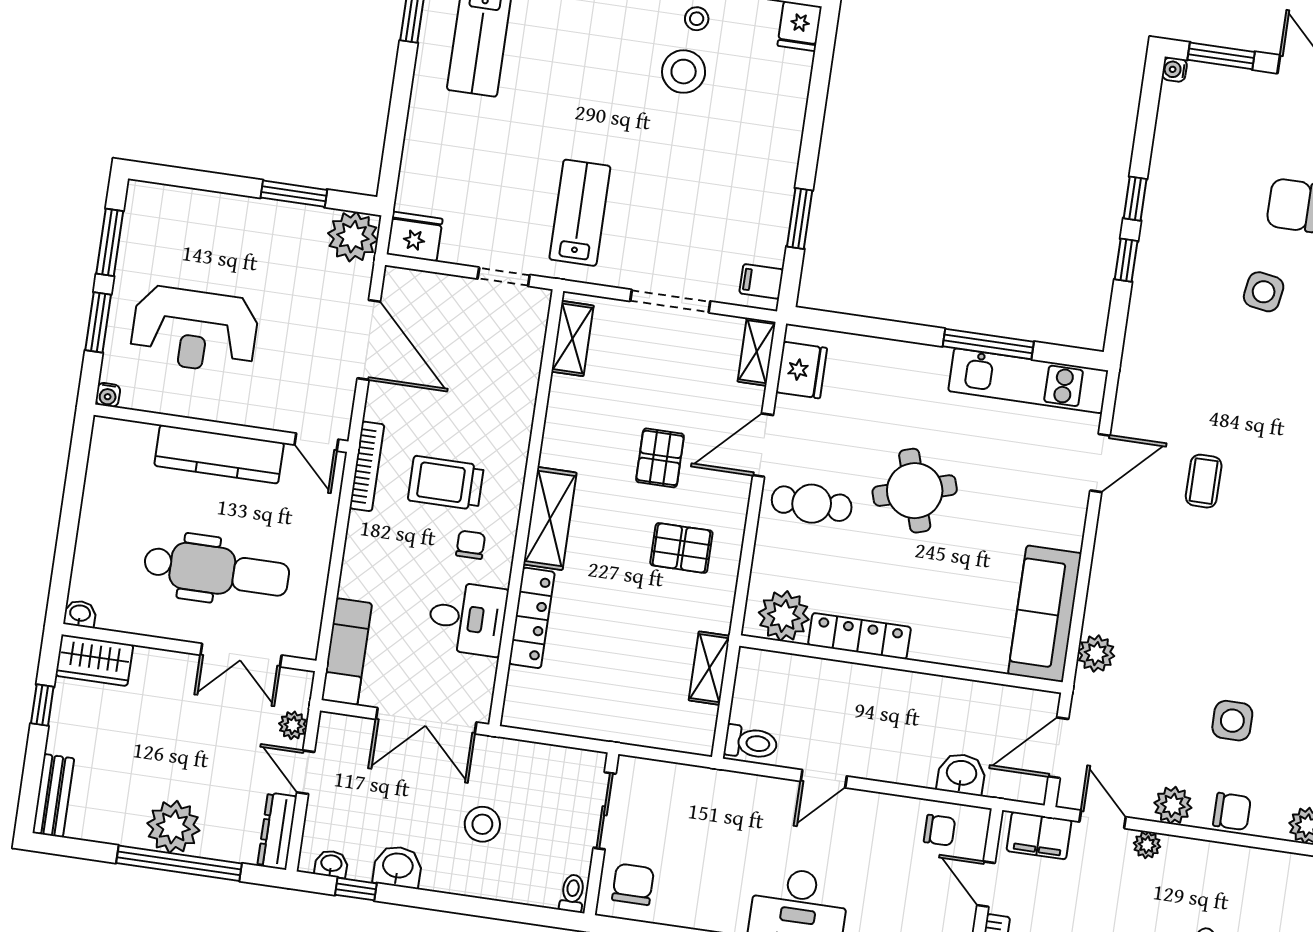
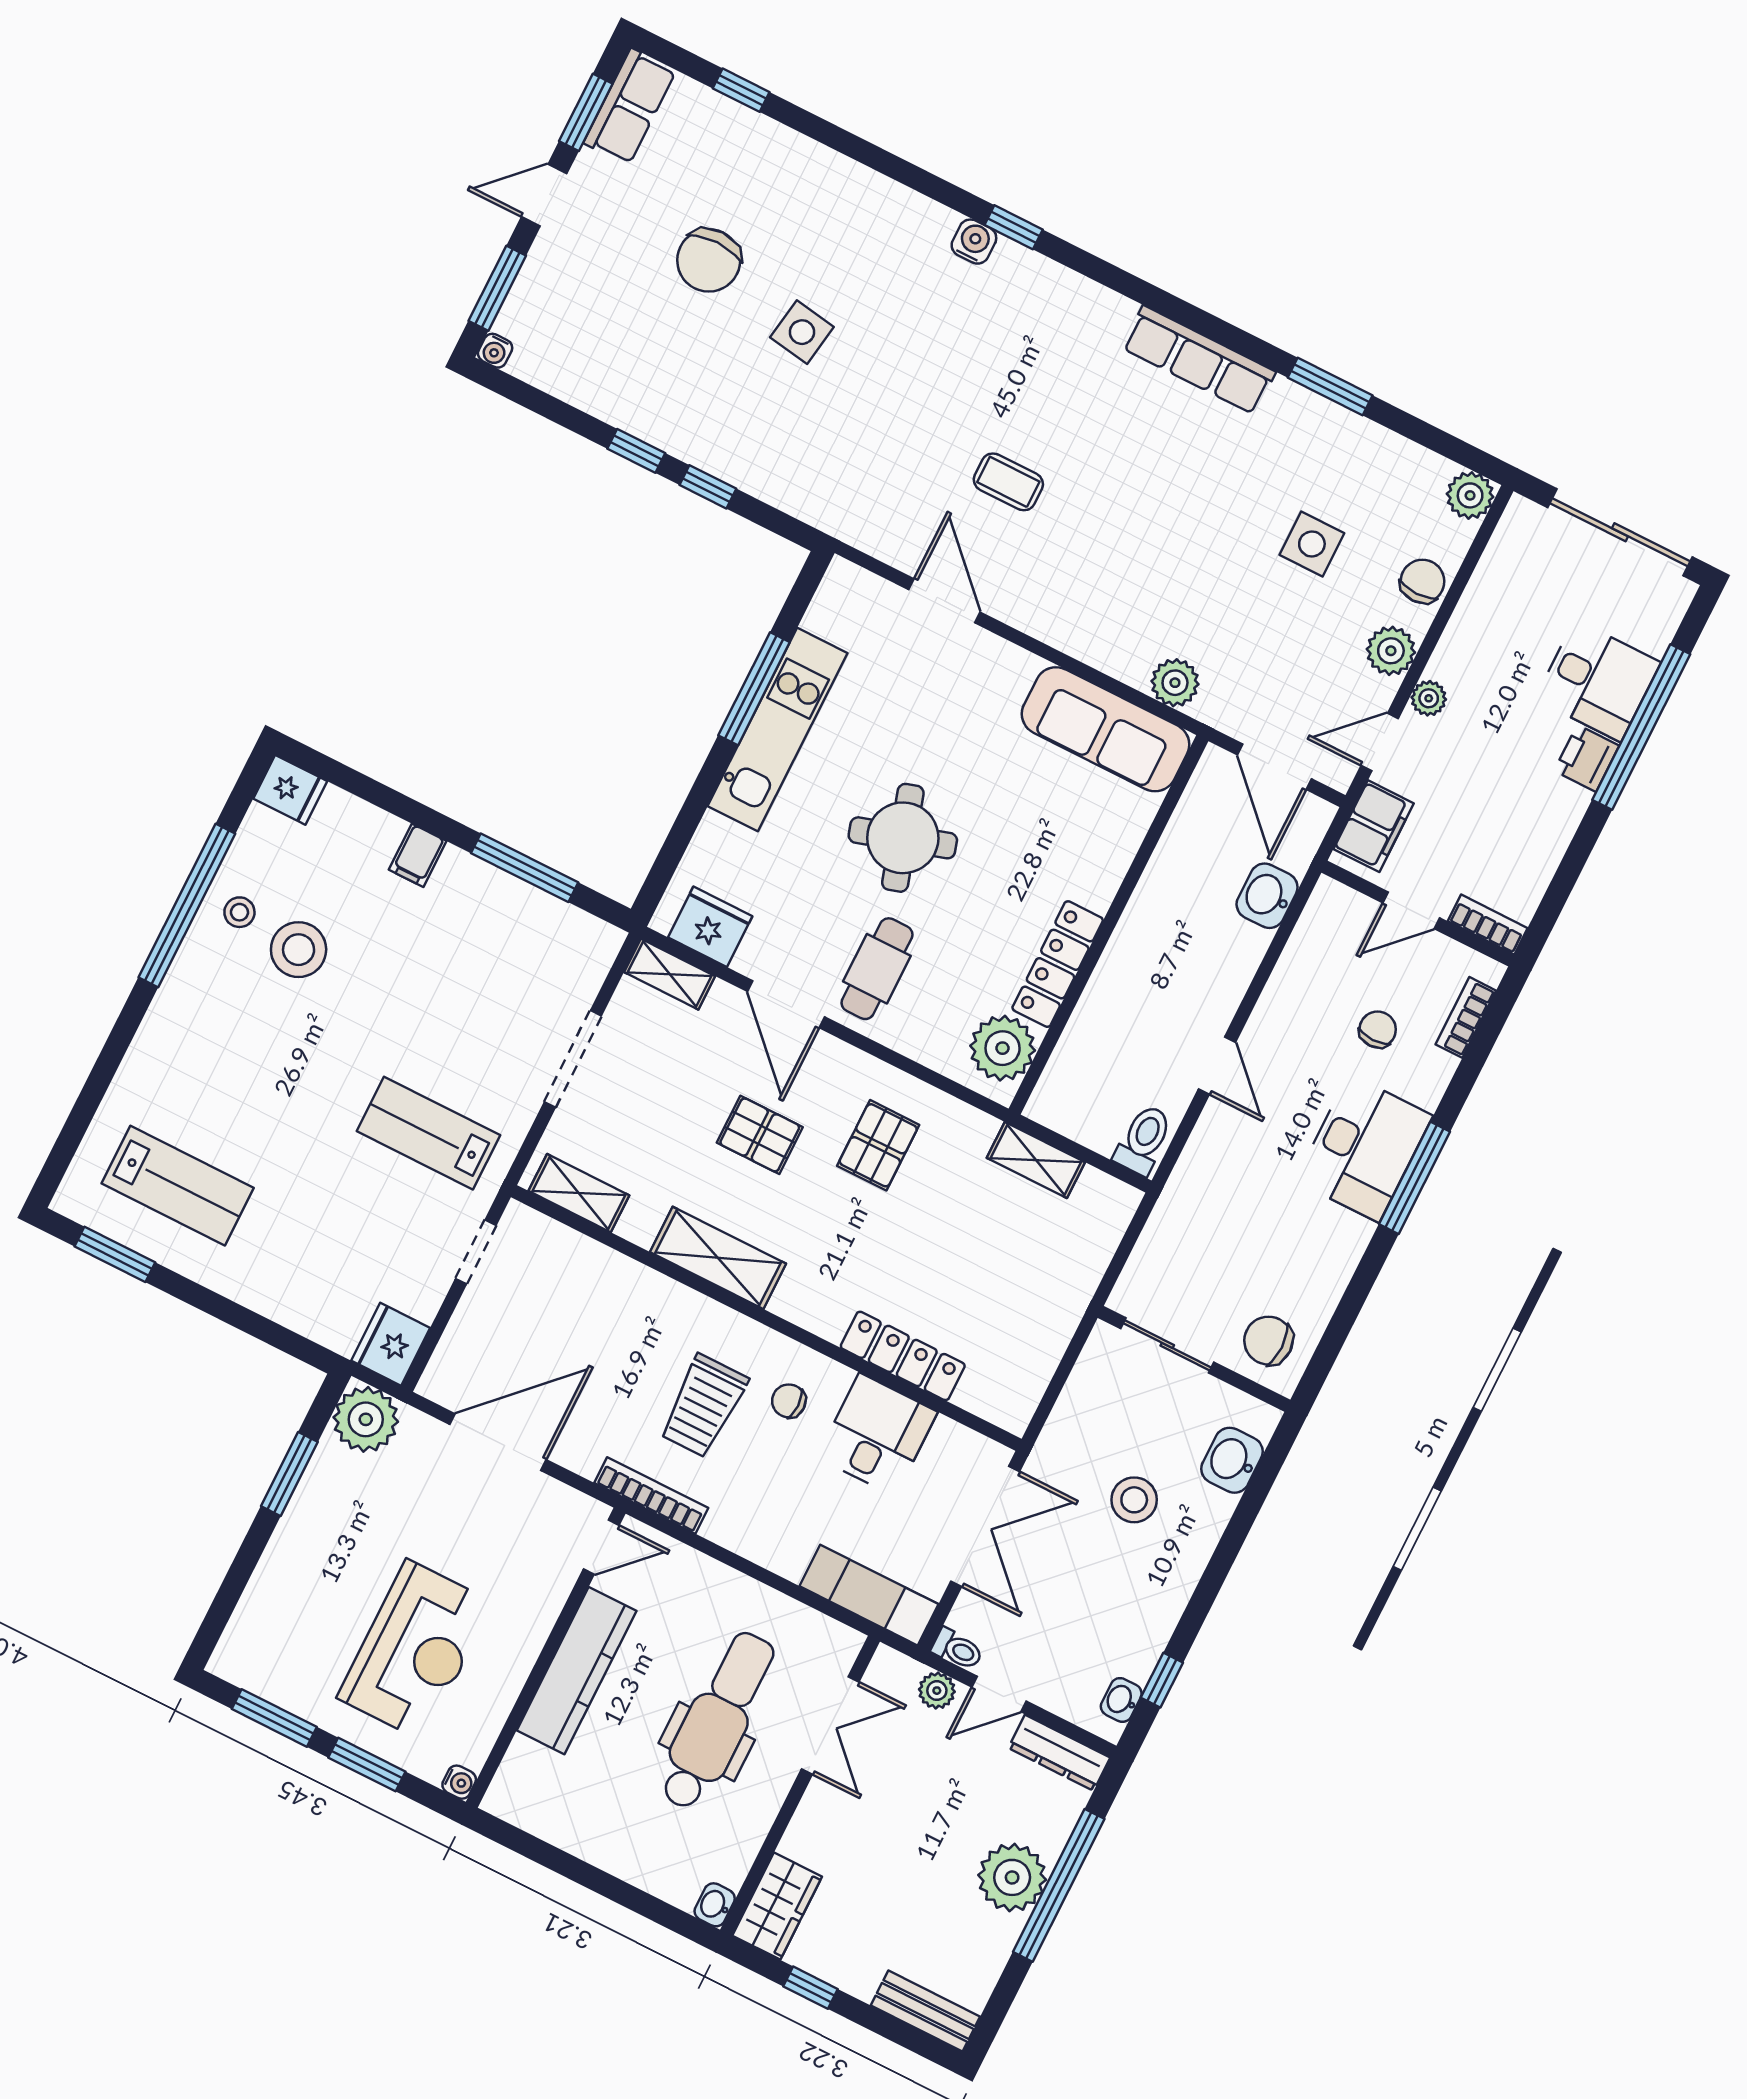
window: (800, 218) -> (525, 868), width x1.44
filing cabinet: (761, 281) -> (418, 855), moved
kitchen unit: (1028, 381) -> (777, 730), moved
shelving: (550, 518) -> (718, 1258), moved
chair: (940, 830) -> (1378, 1029), moved
washbasin: (398, 867) -> (1232, 1460), moved
toilet: (572, 893) -> (957, 1649), moved, turned 180

